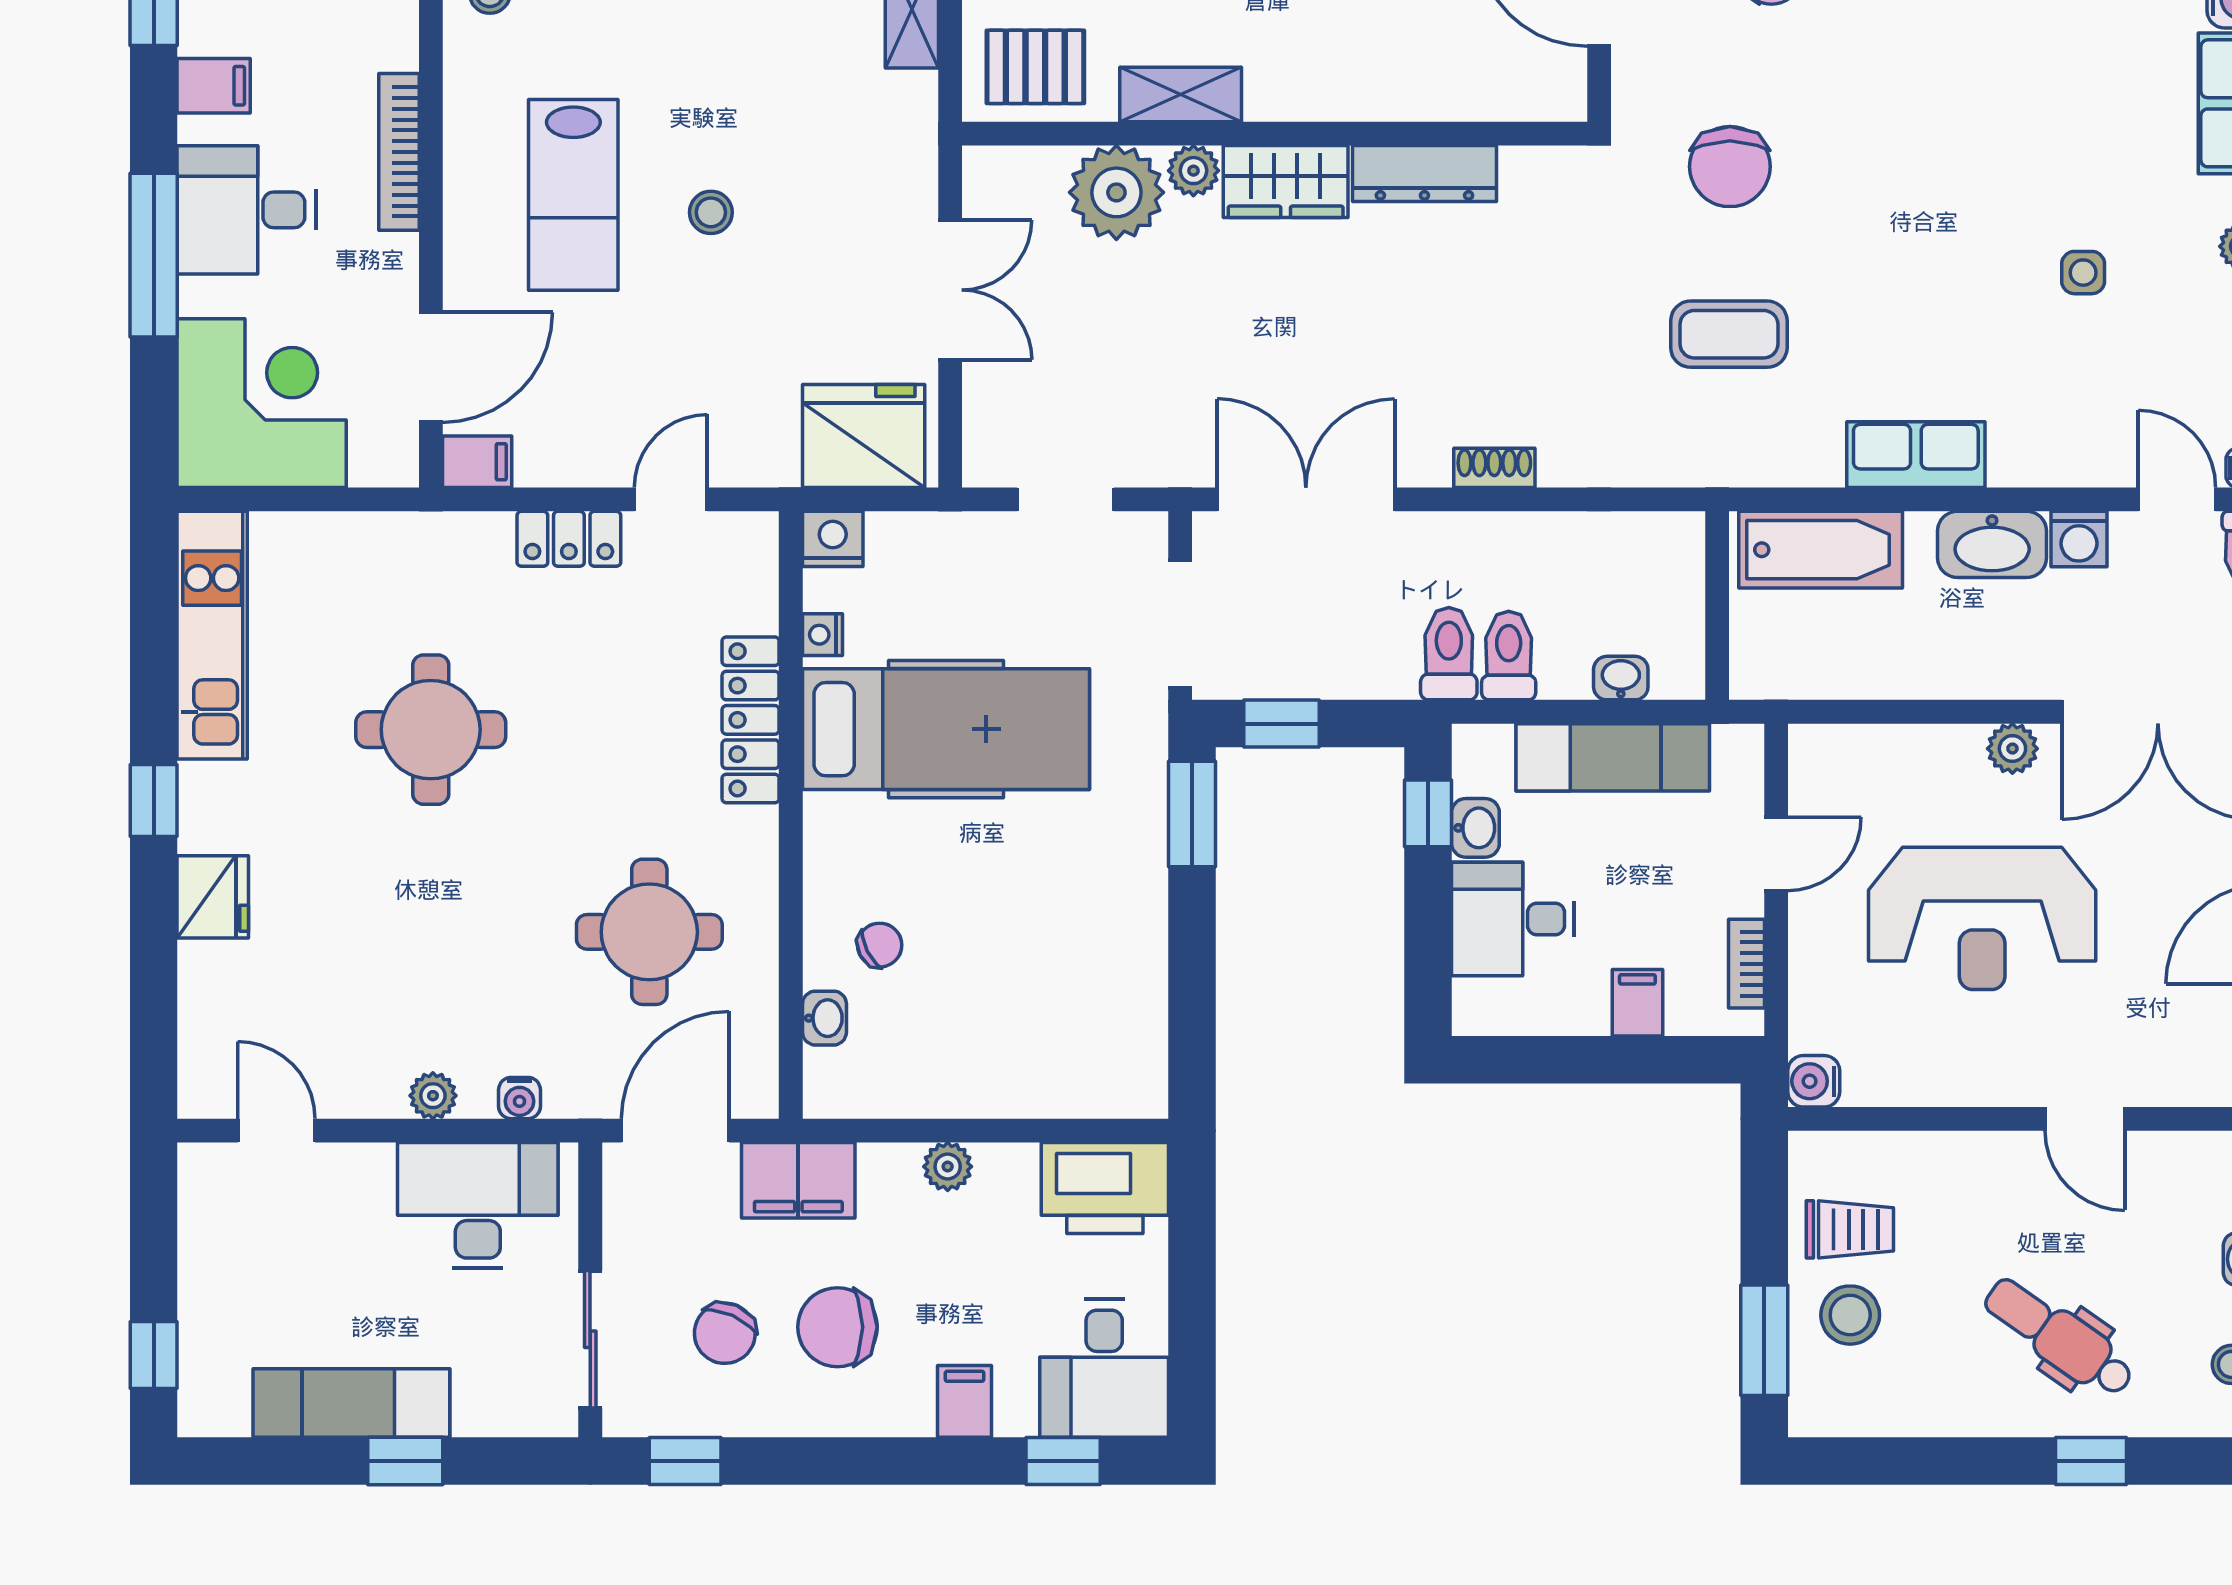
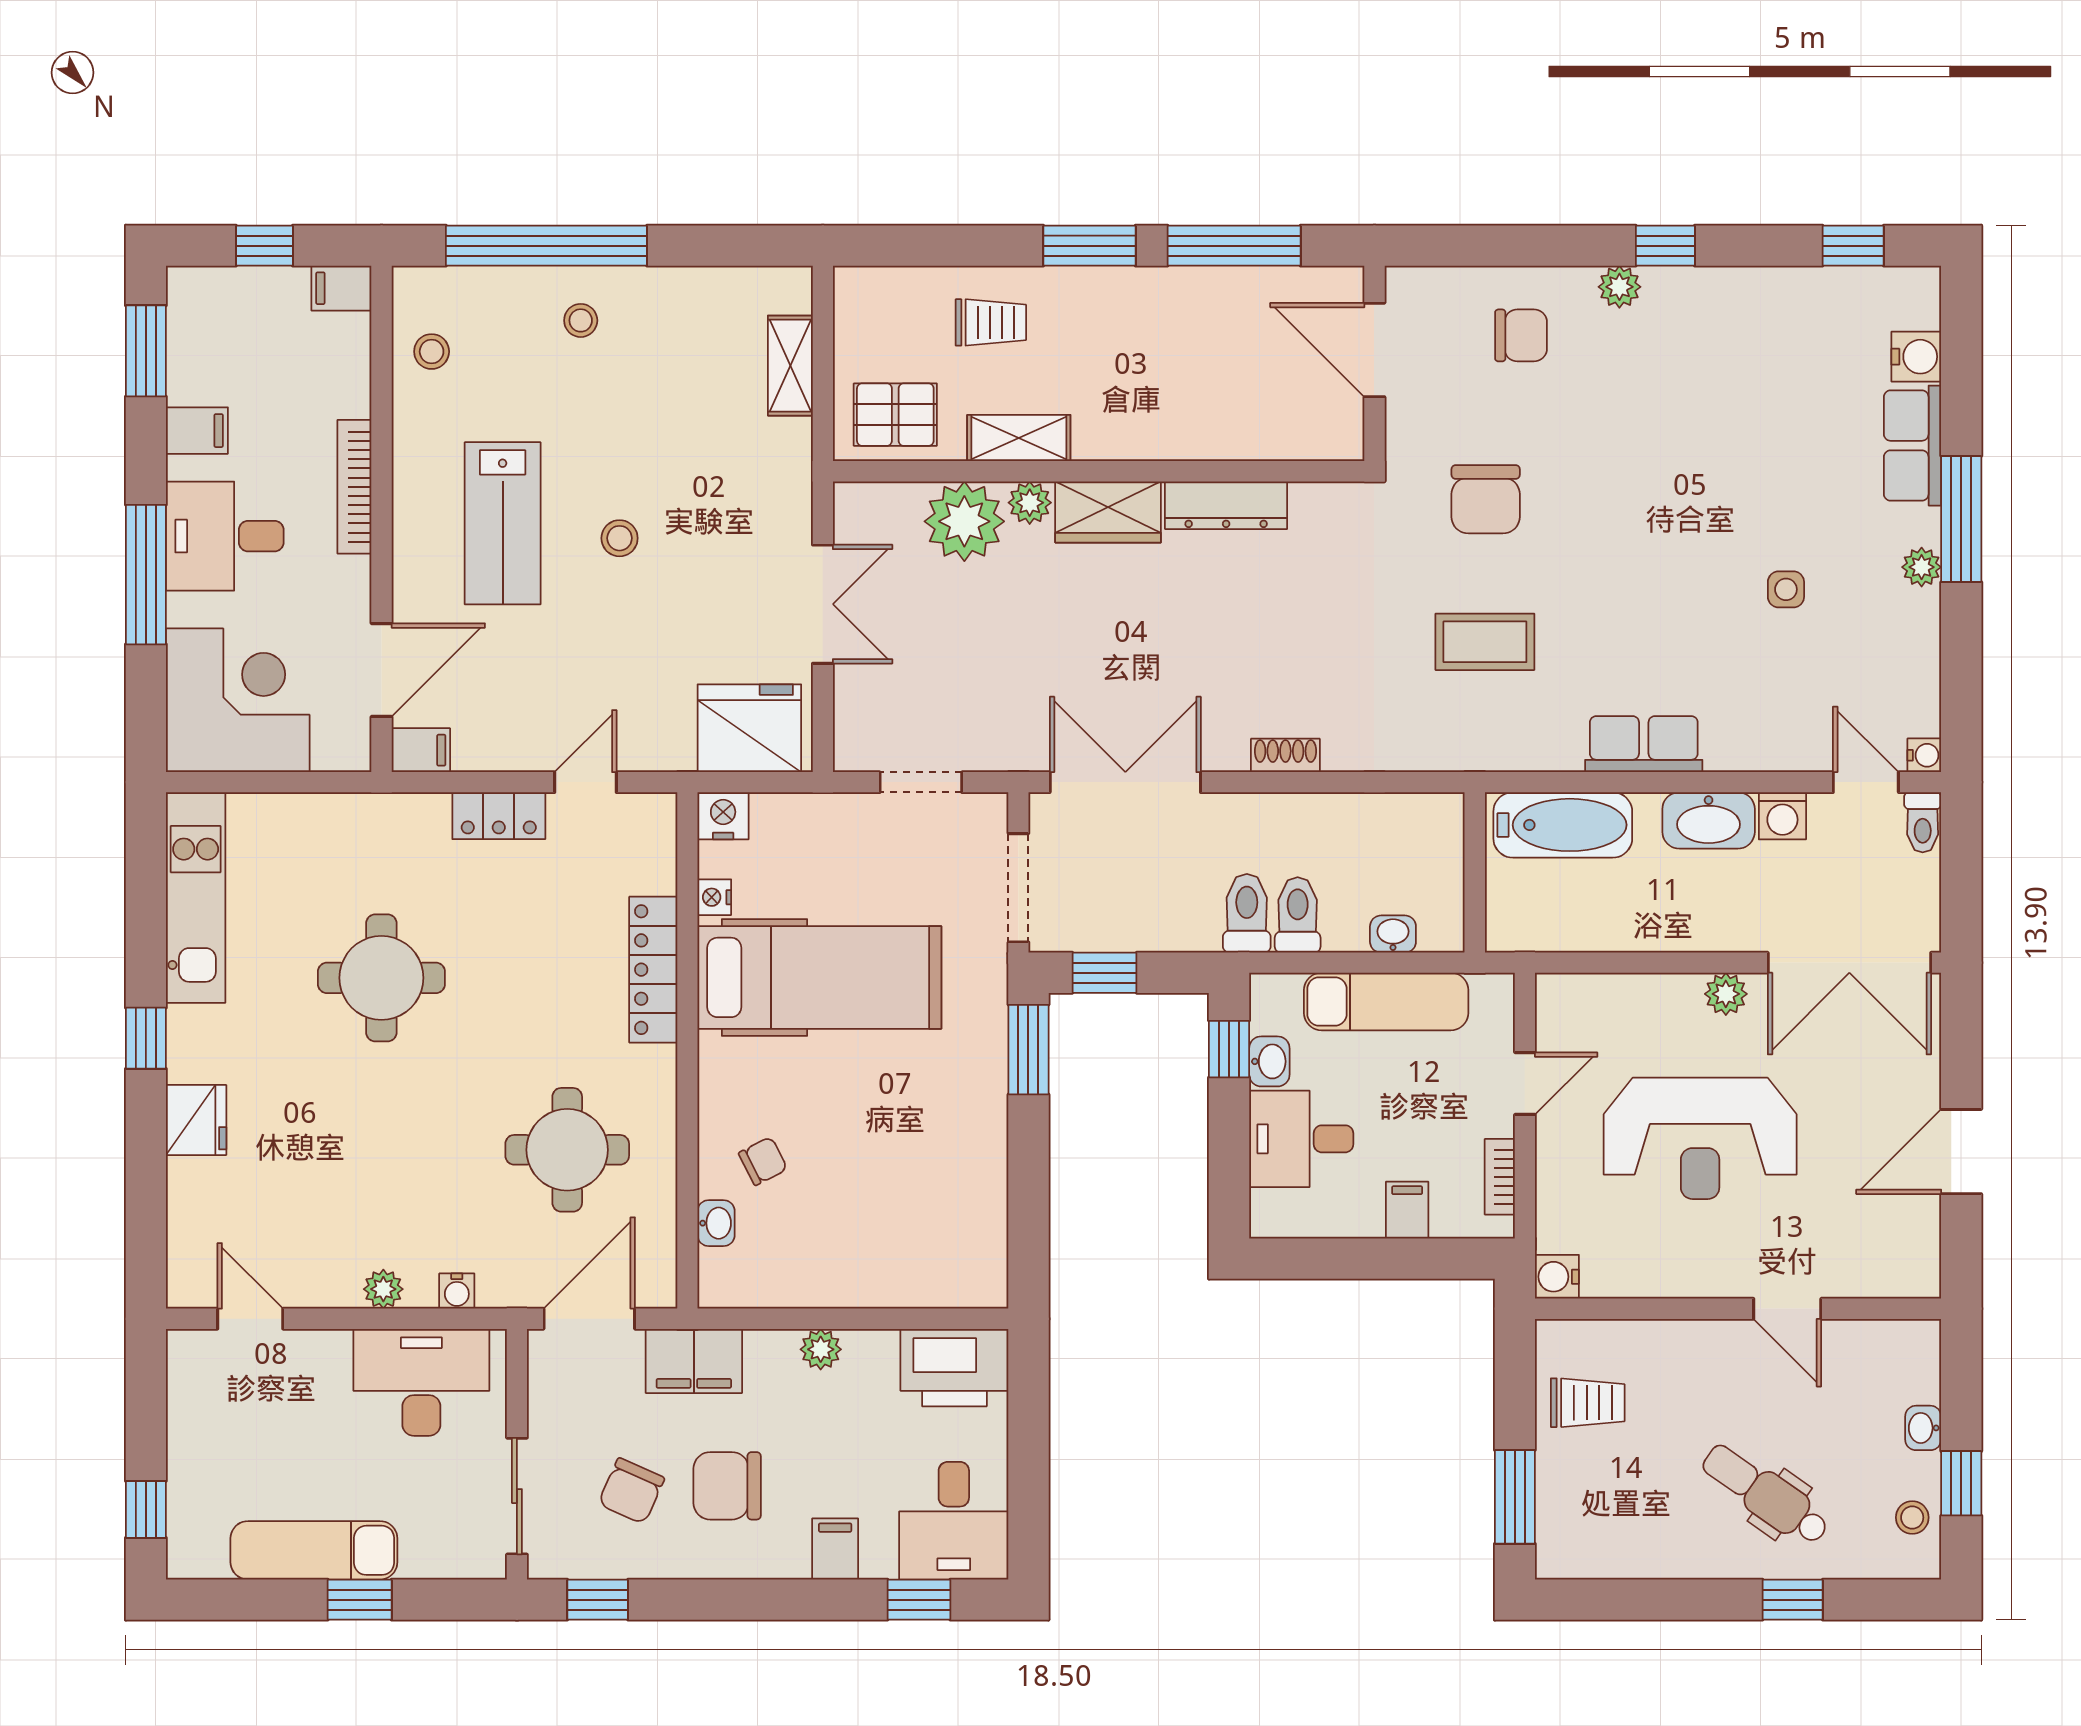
stool: (1850, 1315) -> (1588, 1476), removed

